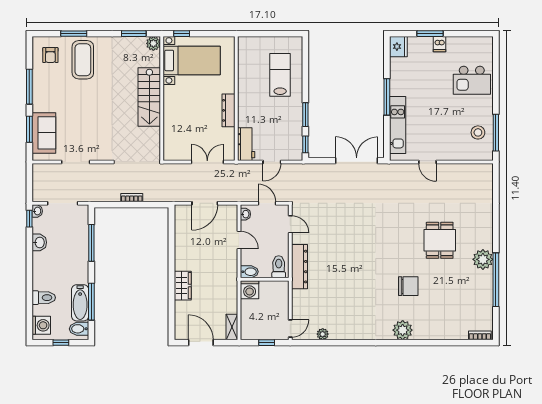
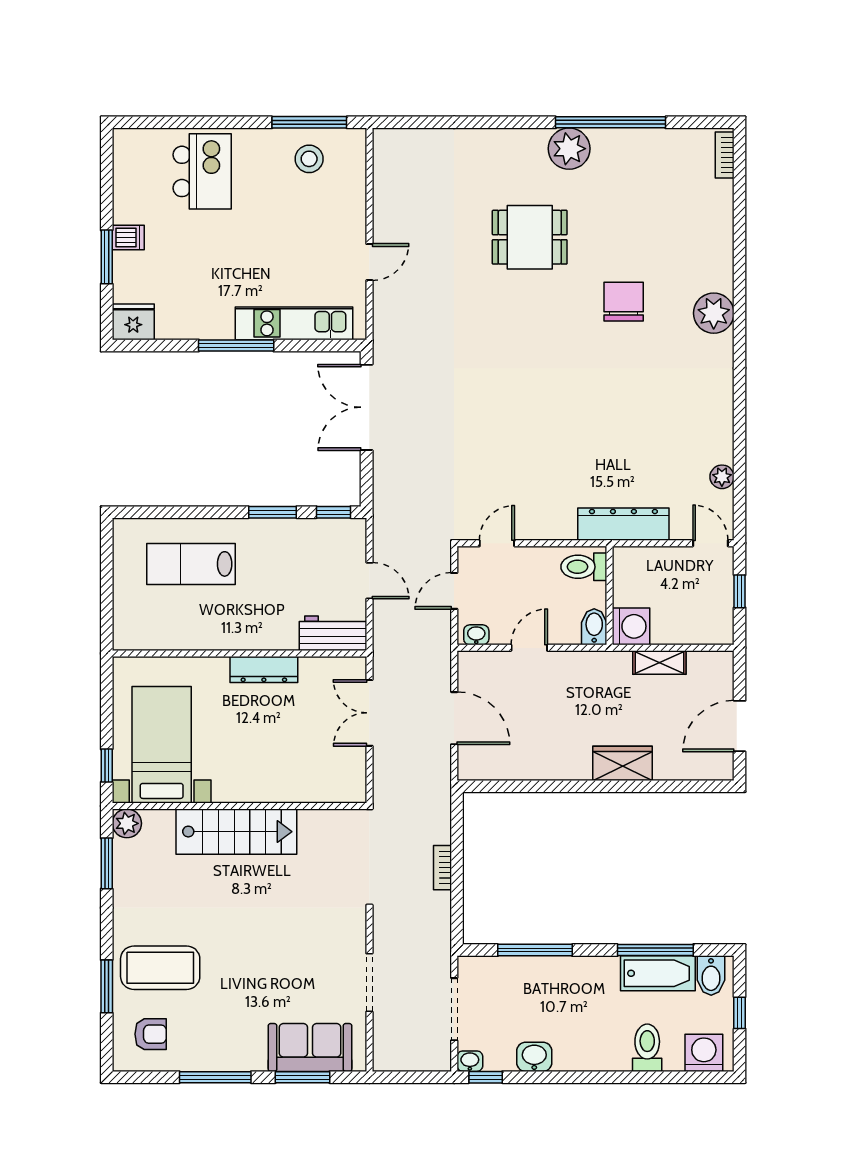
dresser: (299, 267) -> (623, 524), moved
shelving: (232, 327) -> (659, 663), moved

